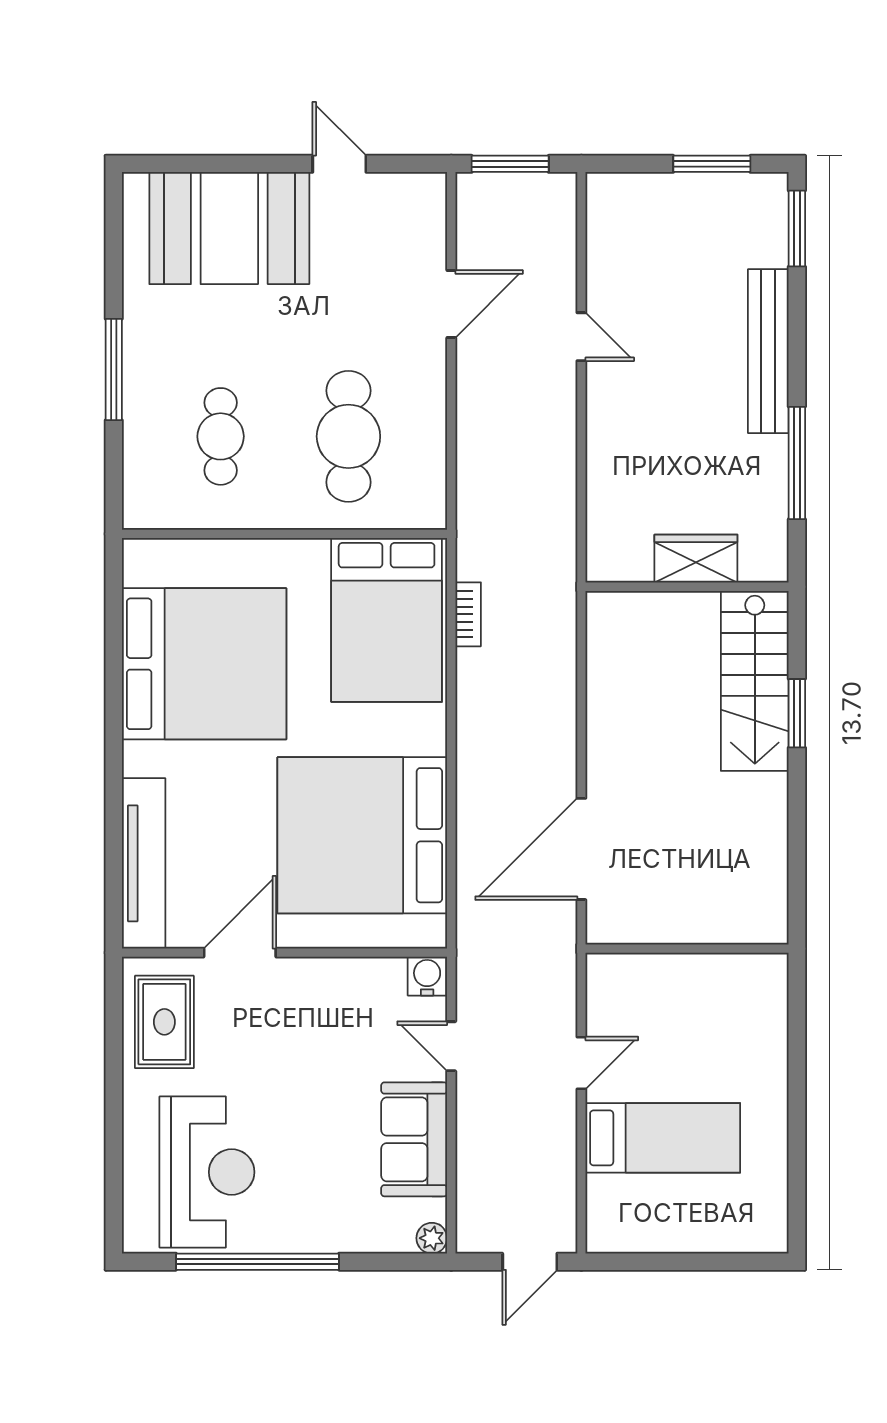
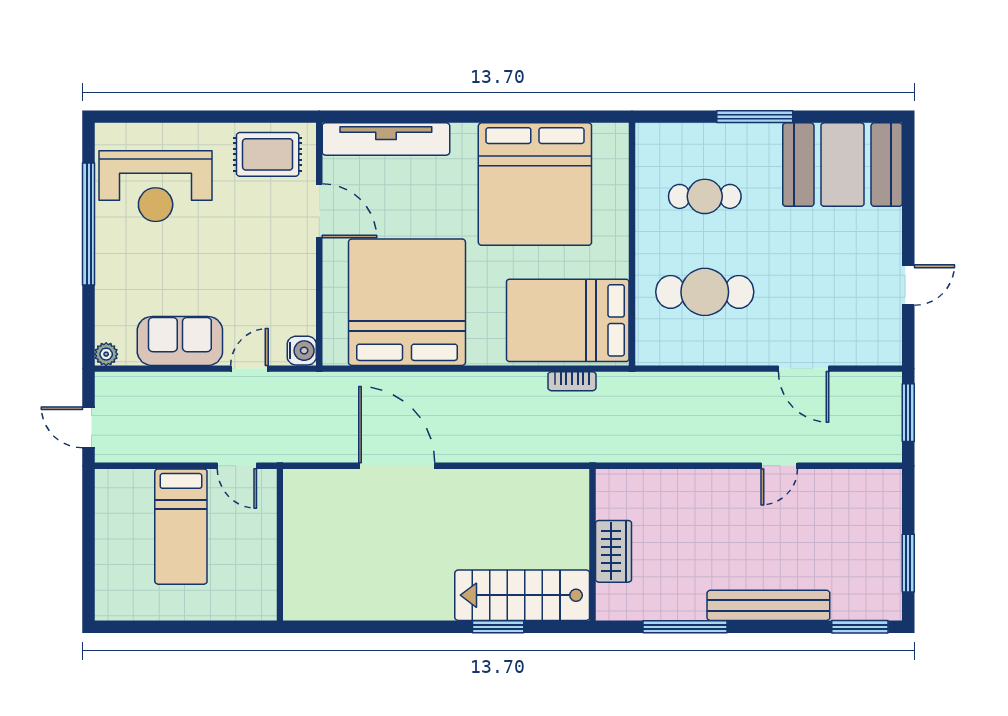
booth: (229, 228) -> (843, 165), moved, turned 90
wall: (687, 949) -> (280, 545), moved

